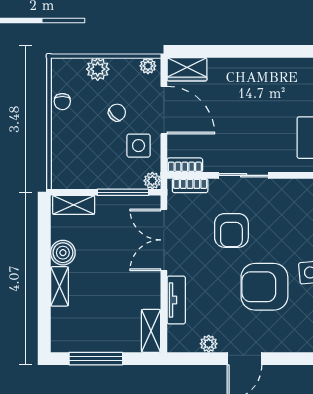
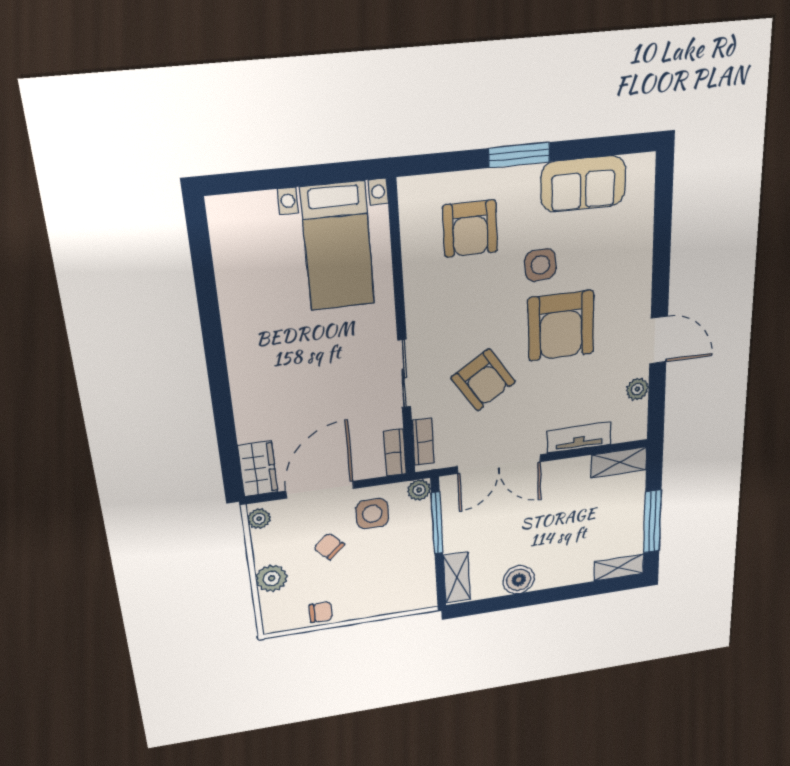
armchair: (231, 230) -> (483, 380), turned 57
shelving: (59, 286) -> (619, 567), moved

